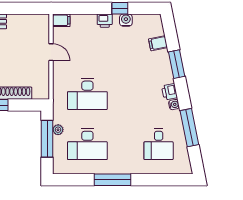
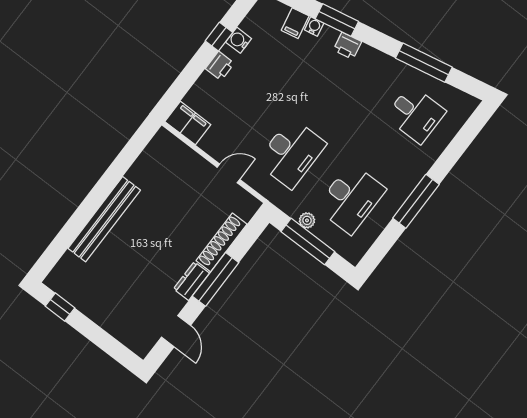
filing cabinet: (61, 20) -> (188, 123), width x2.00
door: (51, 52) -> (228, 173), moved
printer: (170, 92) -> (347, 46), moved
water cooler: (174, 105) -> (314, 26), moved

